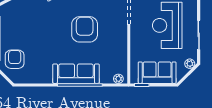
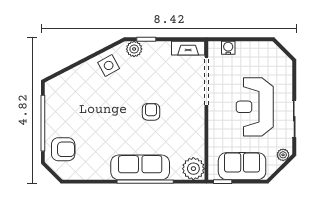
armchair: (85, 29) -> (151, 112), width x0.53, depth x0.53
armchair: (15, 59) -> (63, 149), turned 90
plant: (118, 79) -> (193, 169), width x1.88, depth x1.88

